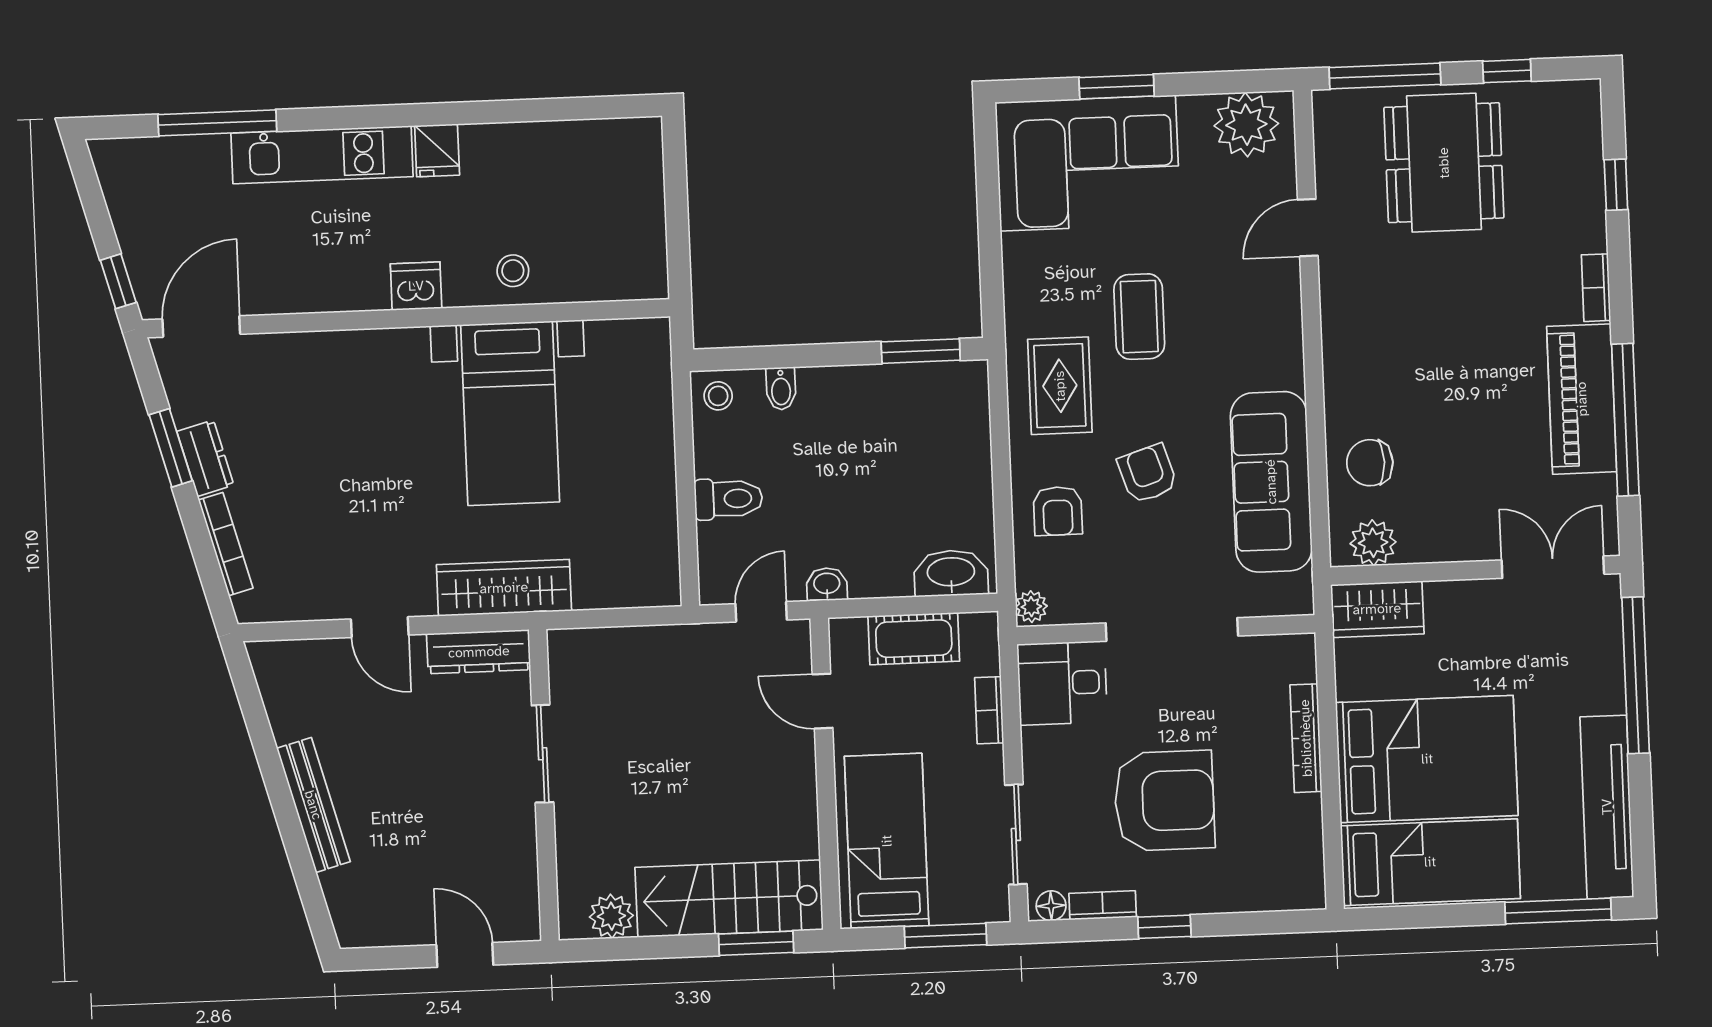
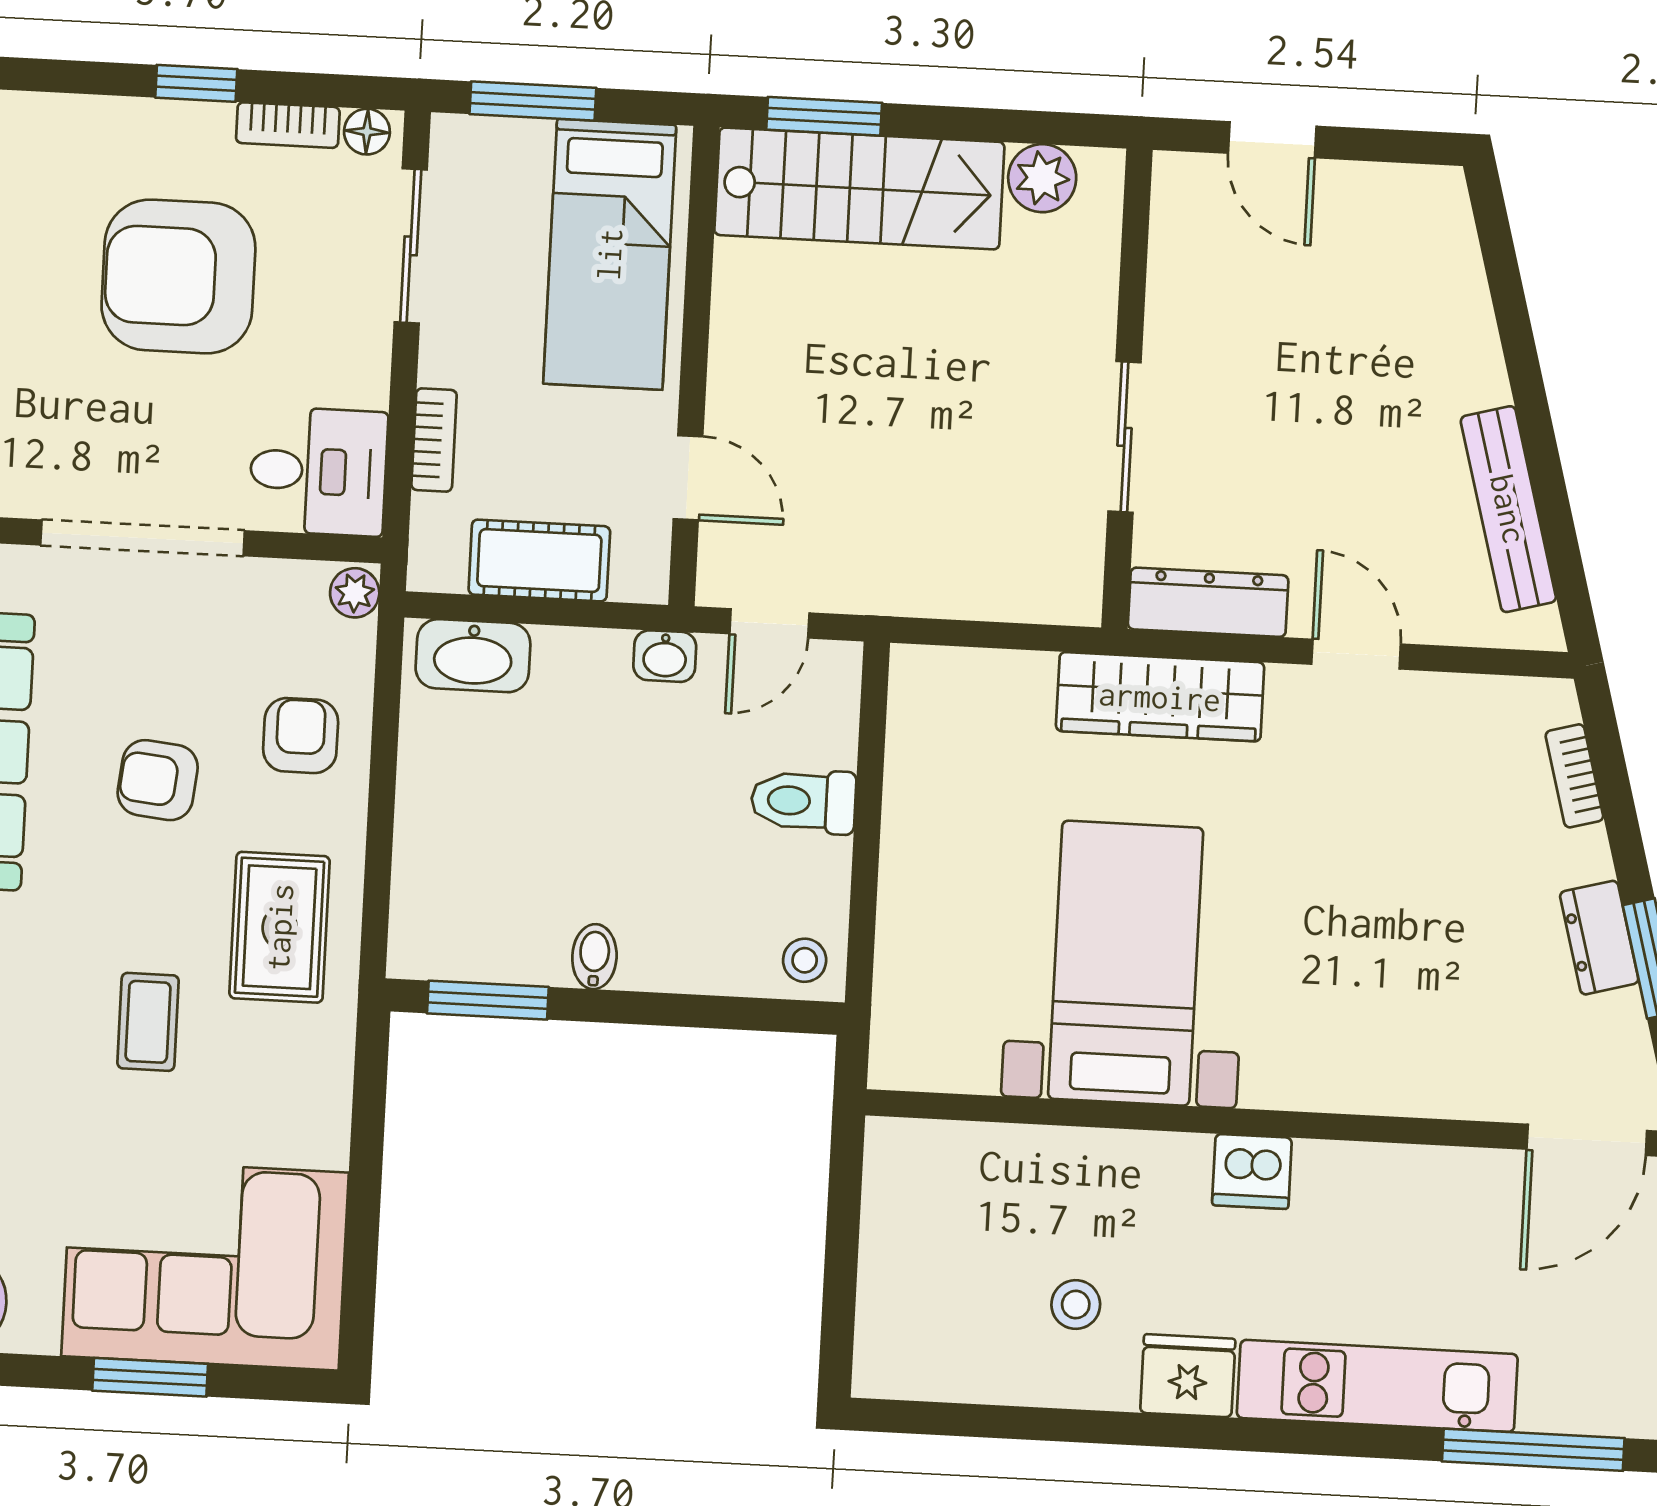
fridge: (437, 150) -> (1188, 1376), width x1.38
stool: (513, 271) -> (1076, 1305), moved
coffee table: (1139, 317) -> (148, 1022), width x0.73, depth x0.77
bidet: (781, 389) -> (594, 957), moved
armchair: (1148, 474) -> (158, 780), turned 114
bookcase: (226, 544) -> (1574, 776), width x0.64
bench: (313, 805) -> (1508, 509), moved

